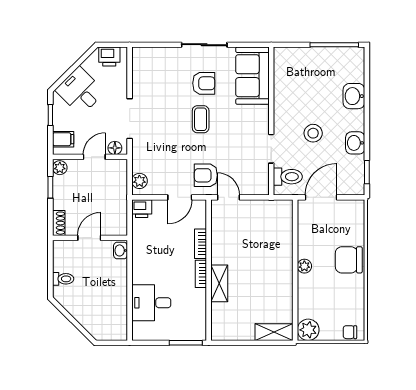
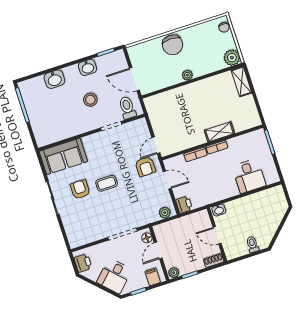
door: (94, 157) -> (158, 250), hinge flipped

